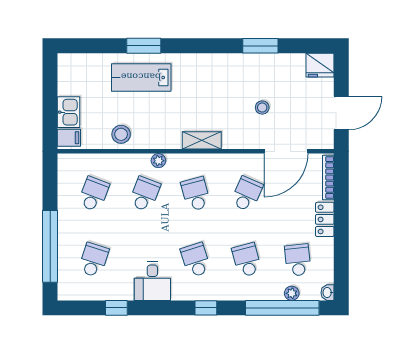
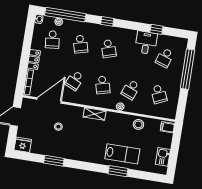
kitchen sink: (69, 112) -> (163, 157), moved
school desk: (94, 194) -> (159, 94), turned -45
desk: (152, 281) -> (146, 43), moved

